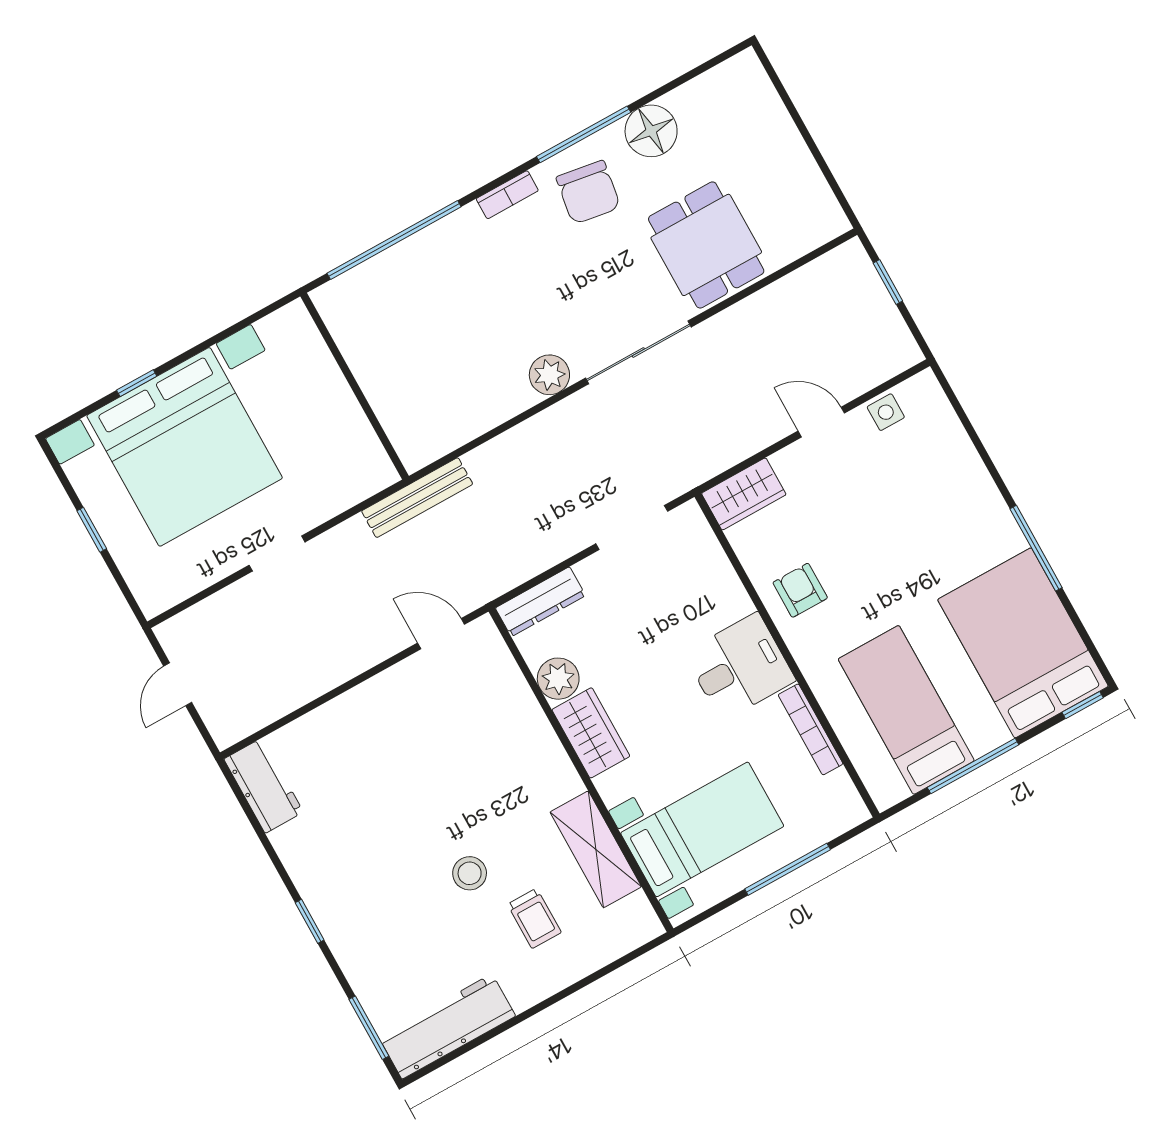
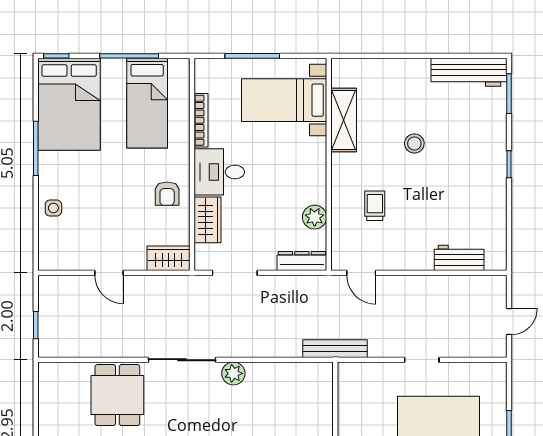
side table: (886, 412) -> (53, 208), moved
wardrobe: (591, 733) -> (208, 220), moved, turned 180
workbench: (264, 786) -> (459, 258), moved, turned 90
trolley: (534, 918) -> (375, 206), moved

